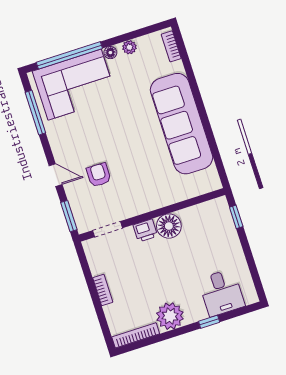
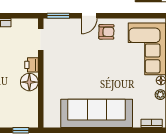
window: (35, 113) -> (136, 16), removed
armchair: (99, 175) -> (106, 32), moved

